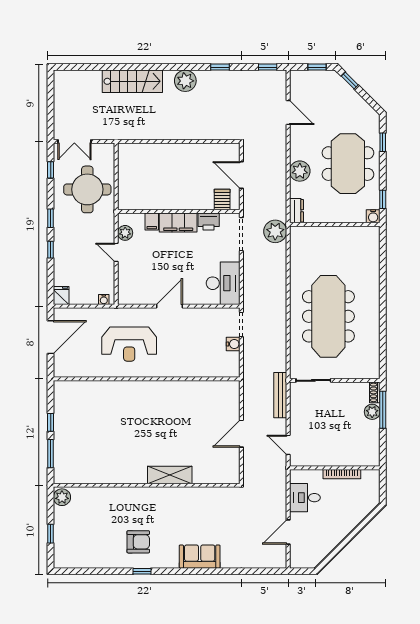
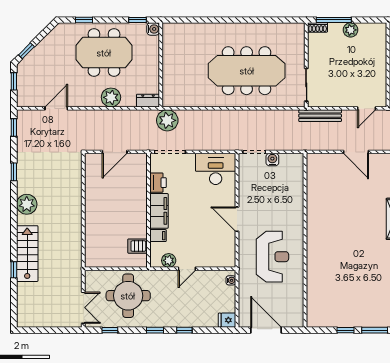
window: (115, 67) -> (14, 270), added
server rack: (222, 200) -> (138, 246), moved
plant: (372, 412) -> (351, 30), moved

